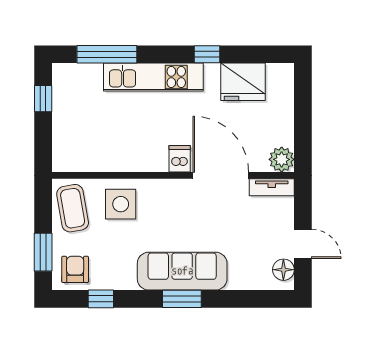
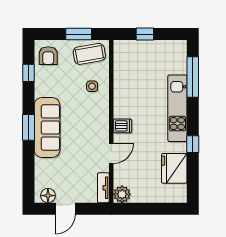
window: (43, 99) -> (145, 34), moved
door: (221, 175) -> (111, 153), width x0.53
side table: (121, 204) -> (92, 86), width x0.54, depth x0.54
window: (43, 252) -> (79, 34), moved
armchair: (75, 269) -> (48, 56), turned 90

